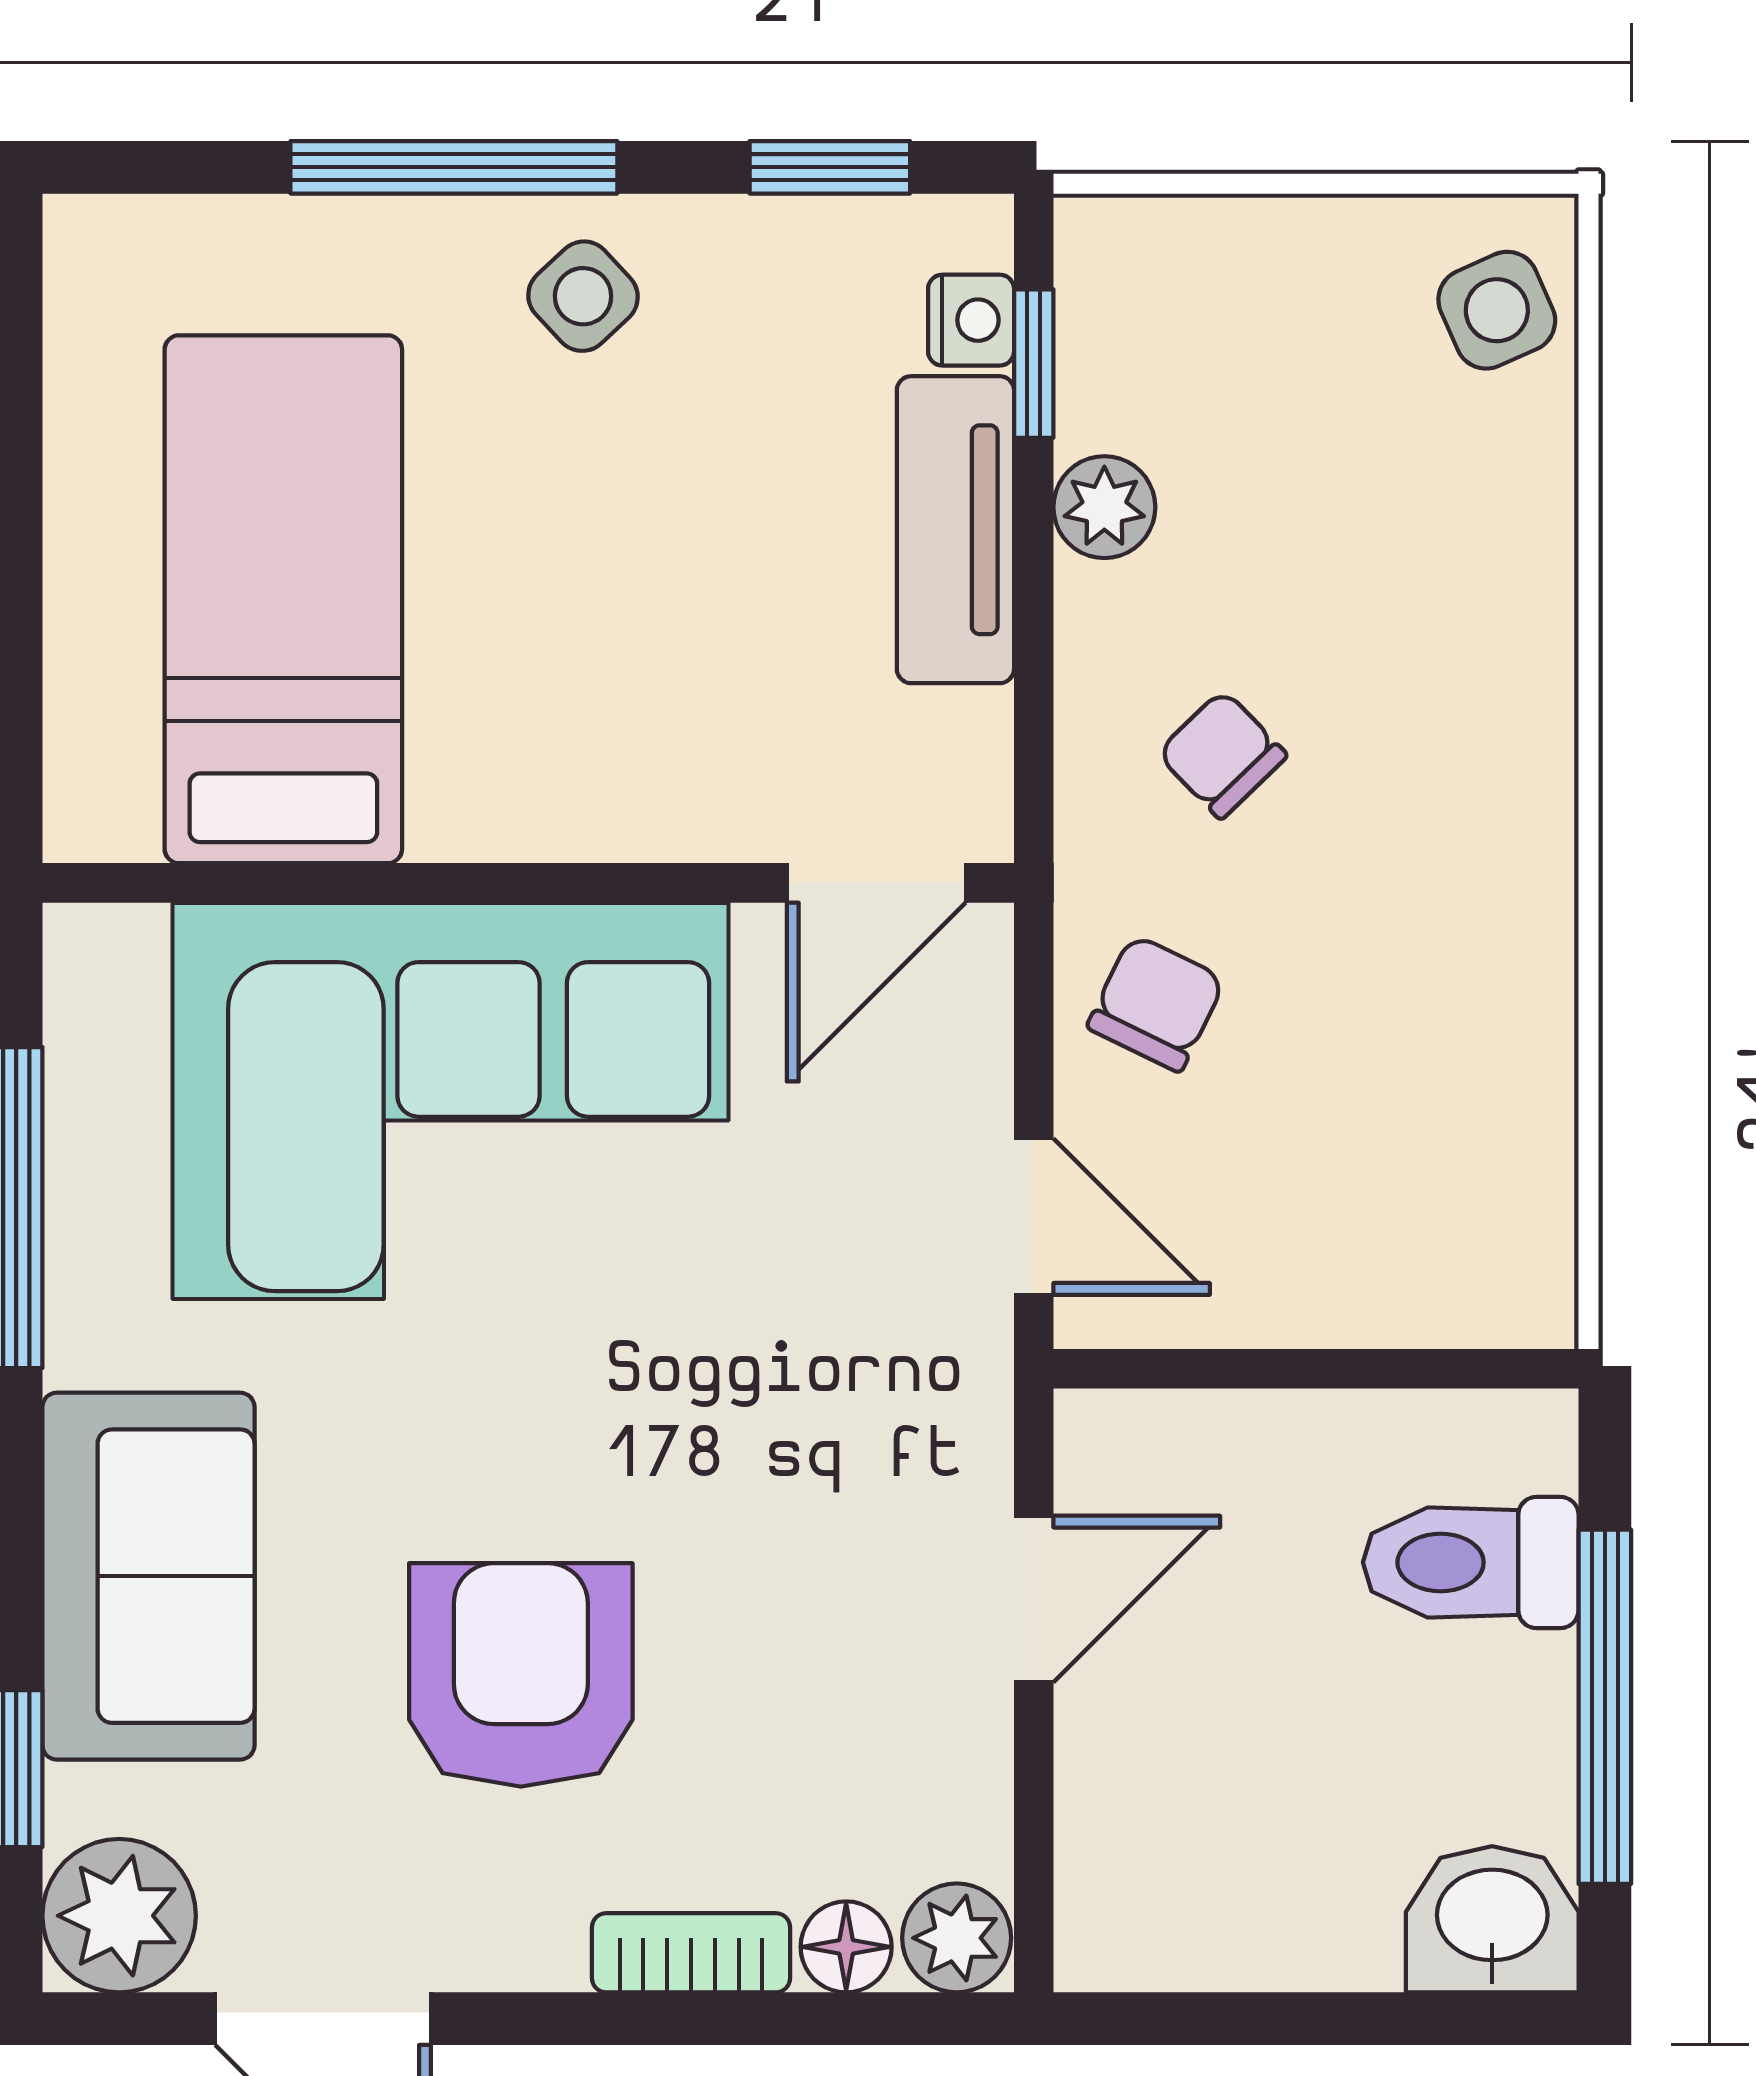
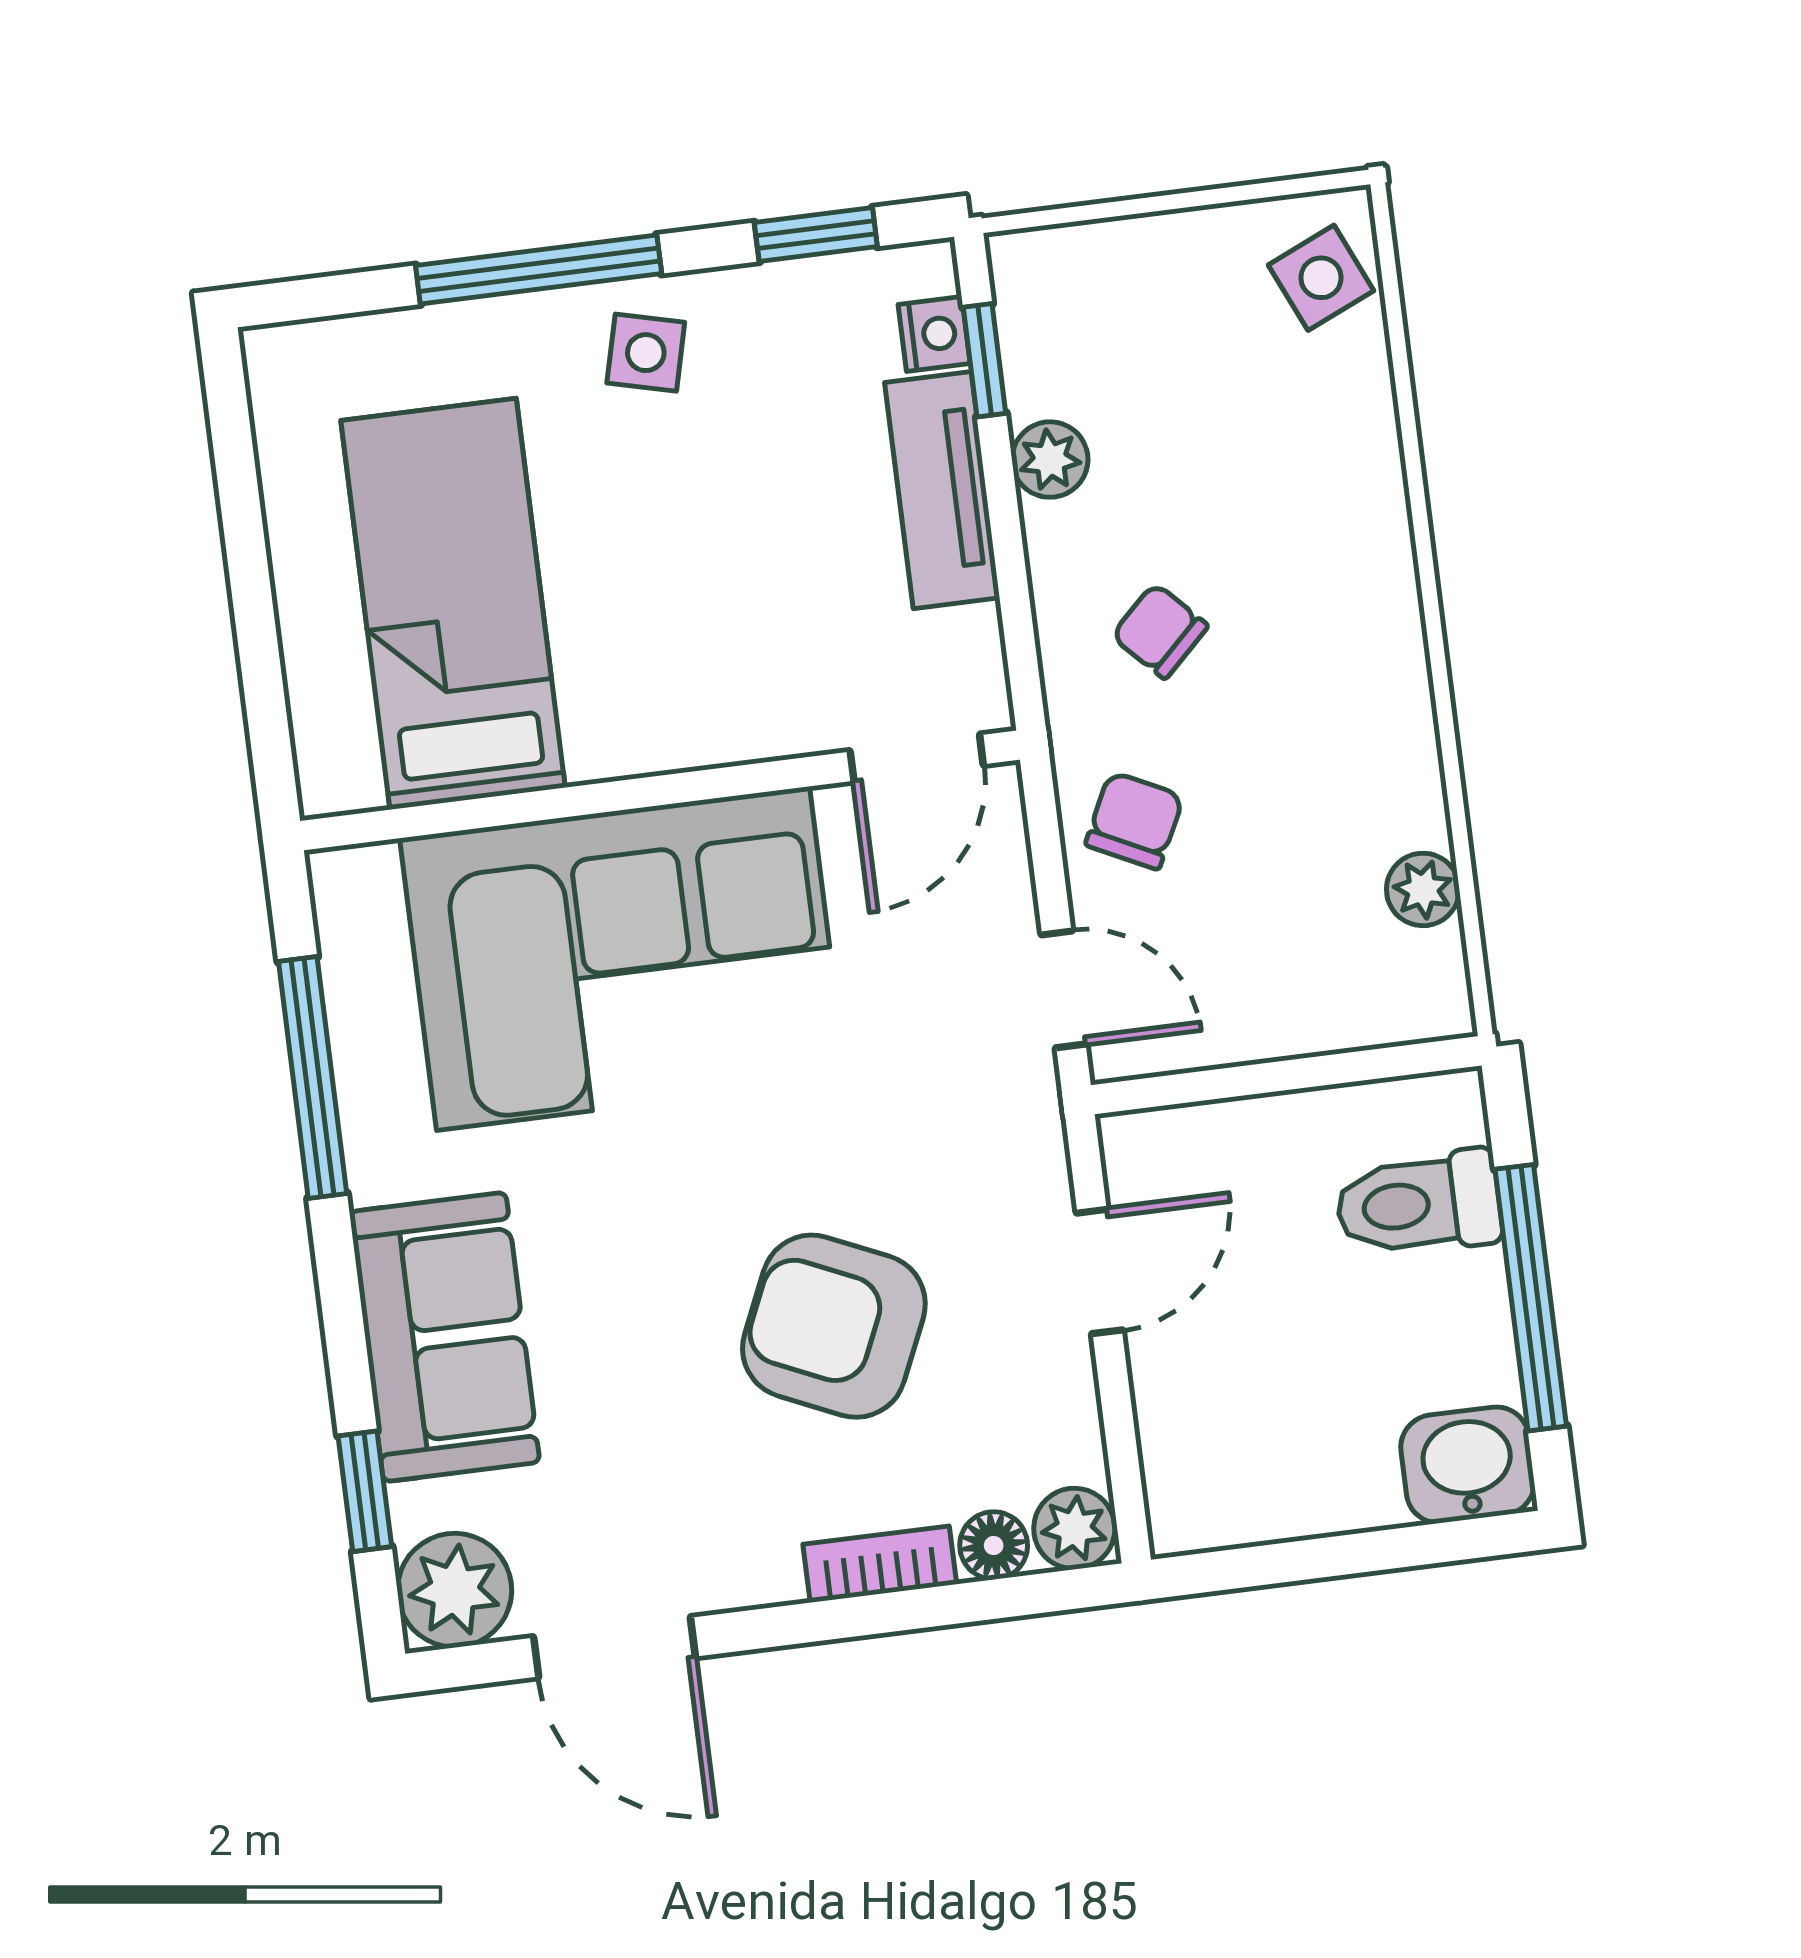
side table: (583, 296) -> (646, 353), turned -33
plant: (1530, 1144) -> (1423, 889), added
armchair: (521, 1675) -> (834, 1326), moved, turned -66

